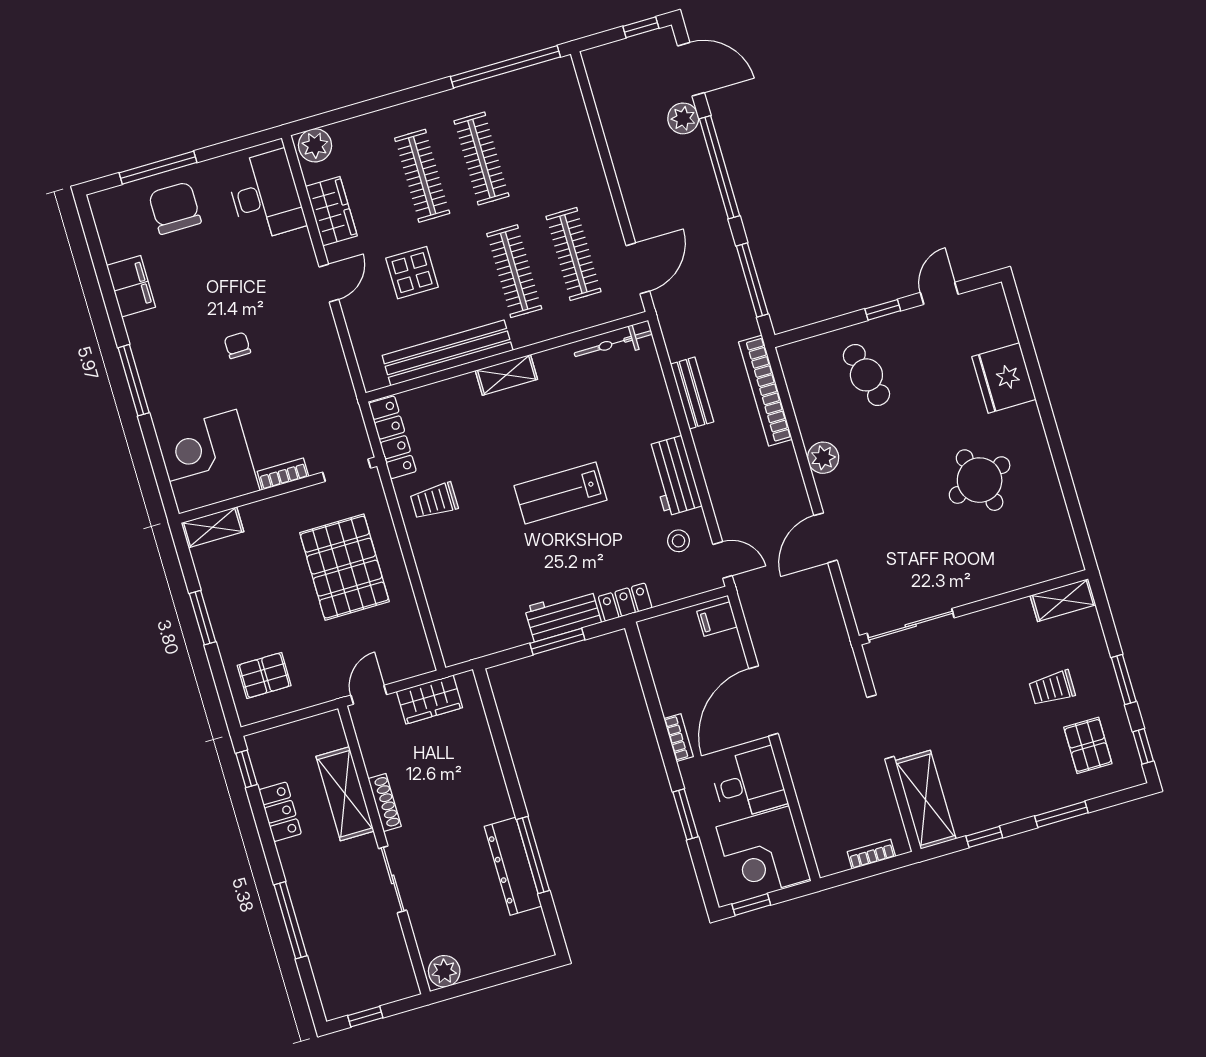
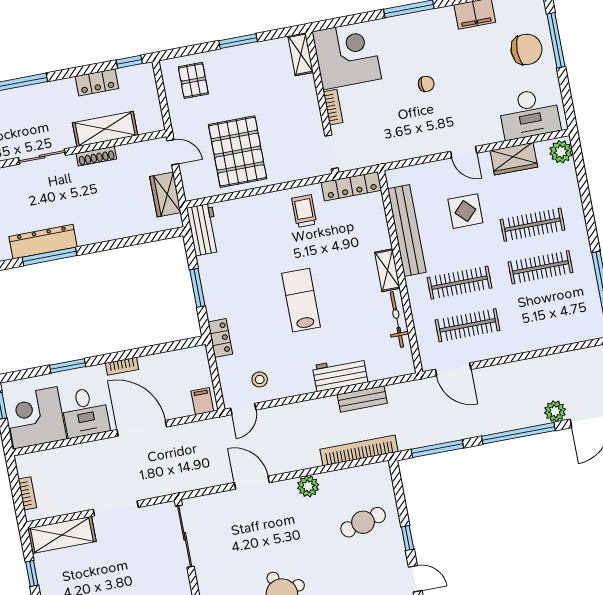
bicycle: (613, 344) -> (397, 320), moved
workbench: (674, 476) -> (340, 374), moved
pallet: (344, 567) -> (238, 152), moved, turned 90
workbench: (563, 615) -> (203, 230), moved

